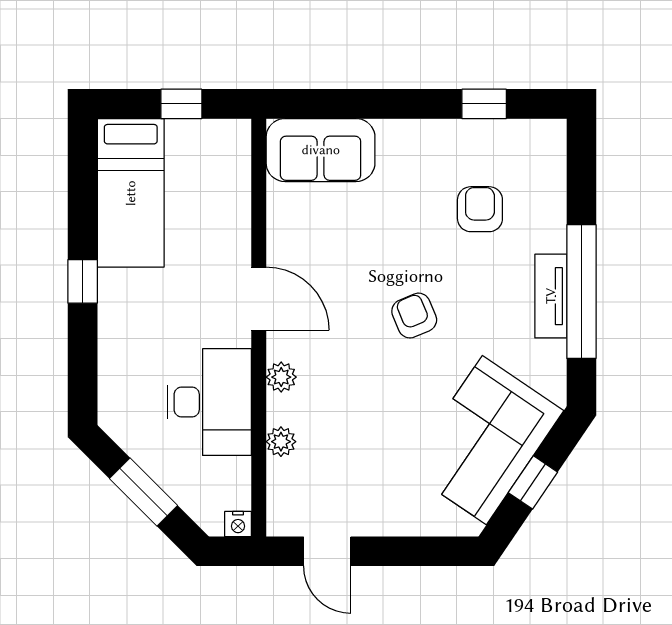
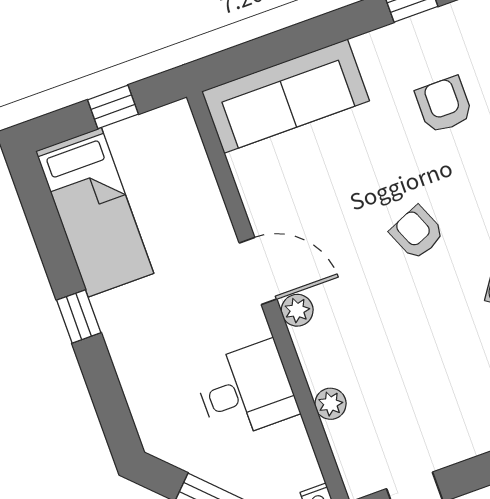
sofa: (321, 150) -> (286, 96), width x1.36
plant: (281, 377) -> (297, 310), moved
desk: (209, 402) -> (246, 390), width x0.73

